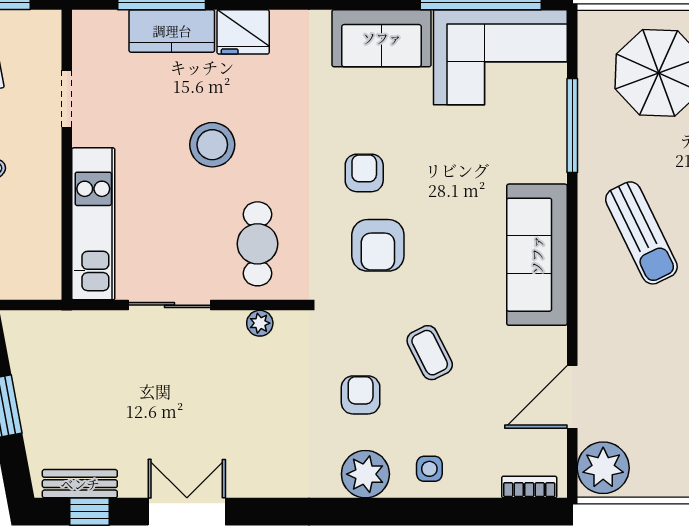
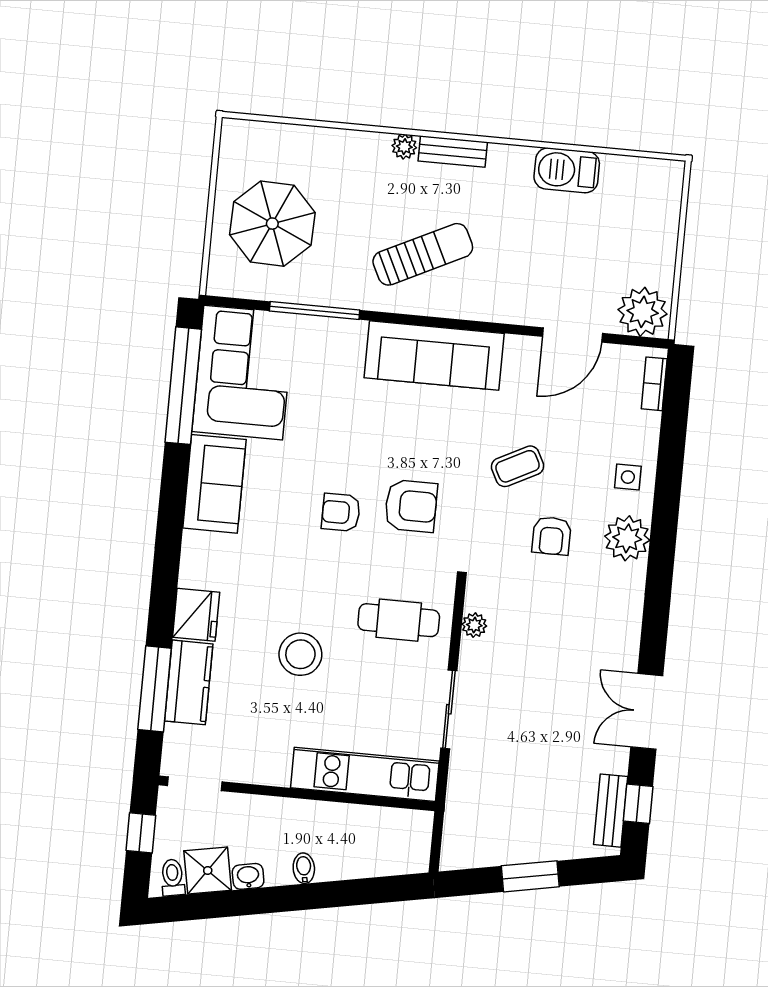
doorway: (67, 99) -> (195, 784), moved
armchair: (361, 395) -> (552, 536), turned -90
door: (572, 397) -> (572, 335), hinge flipped

